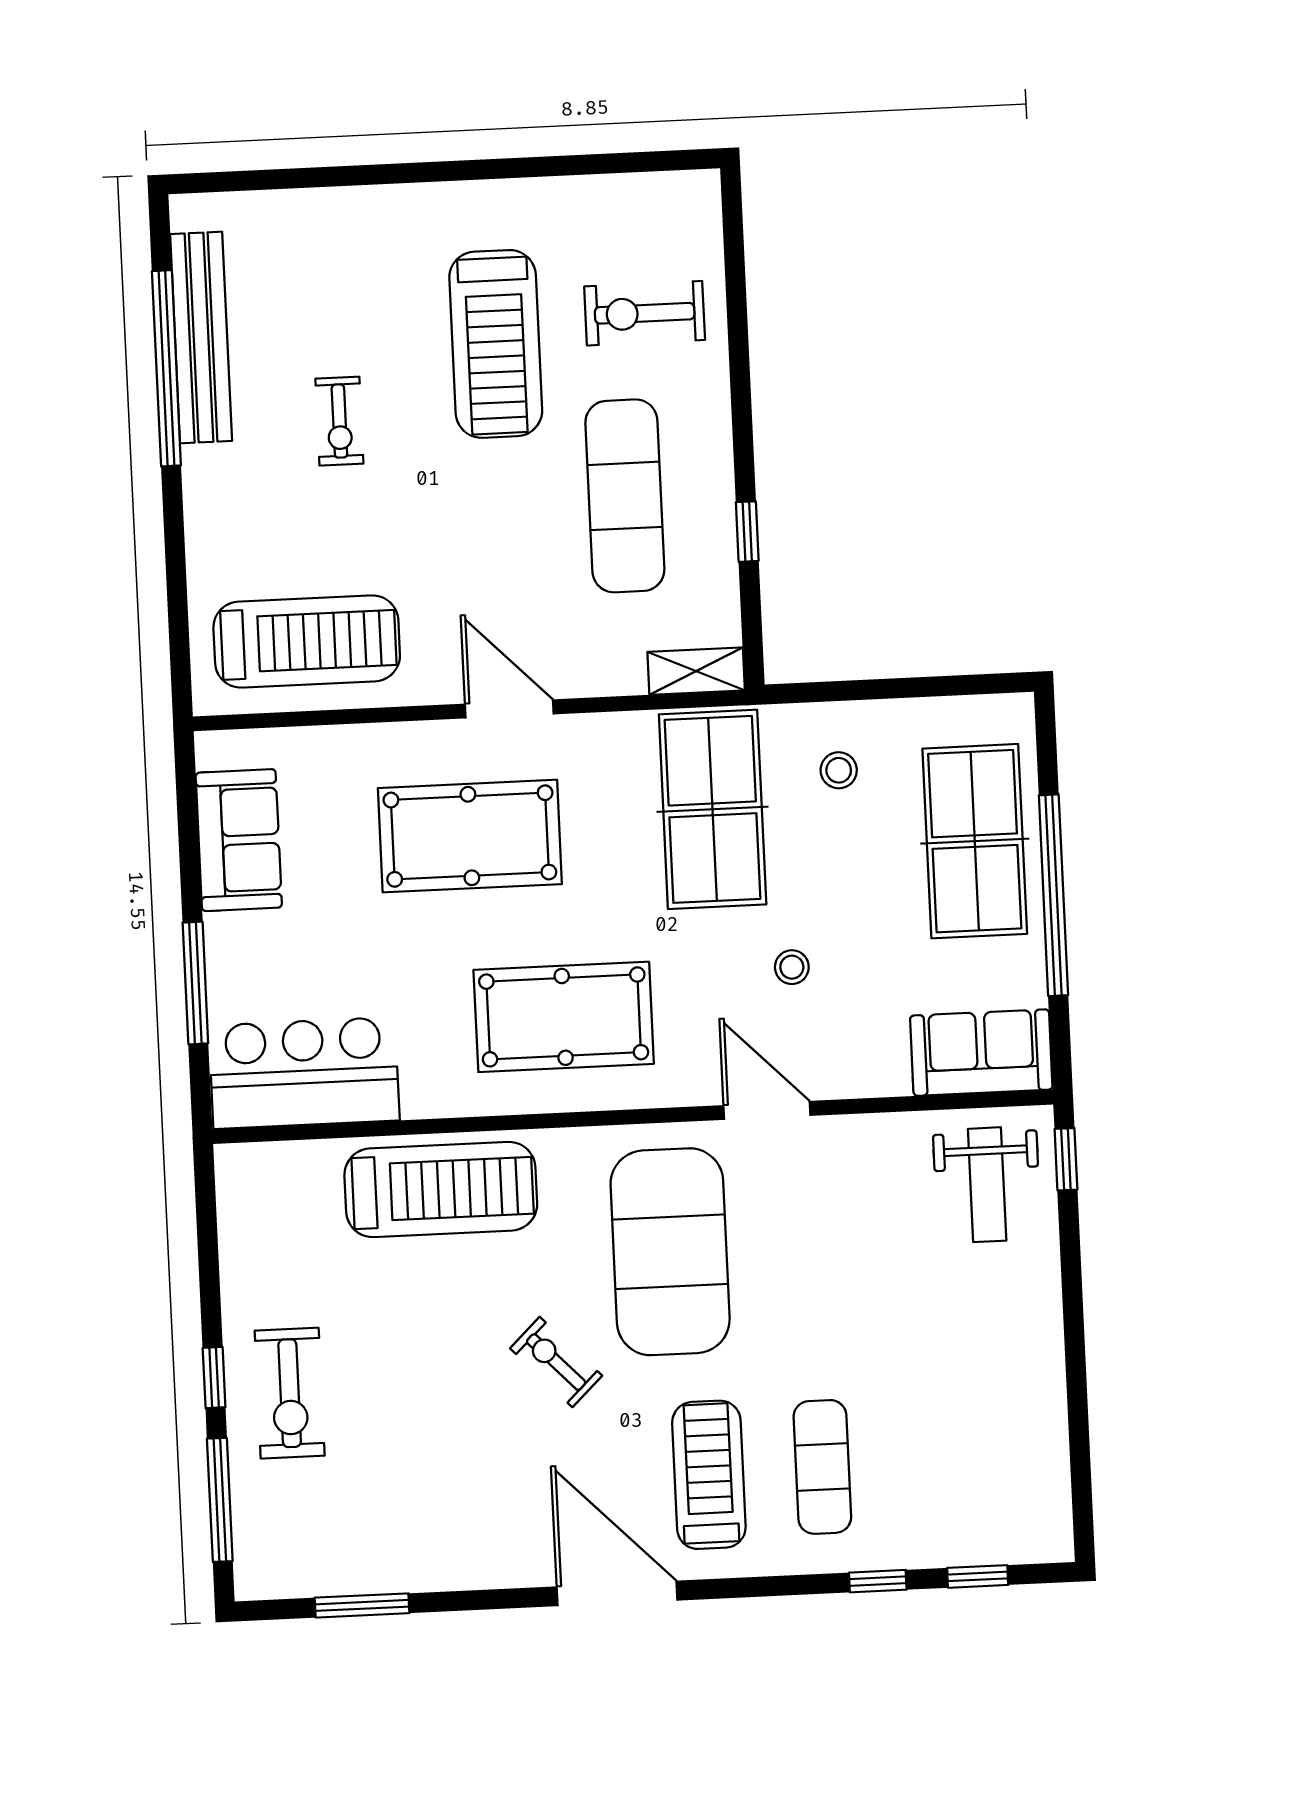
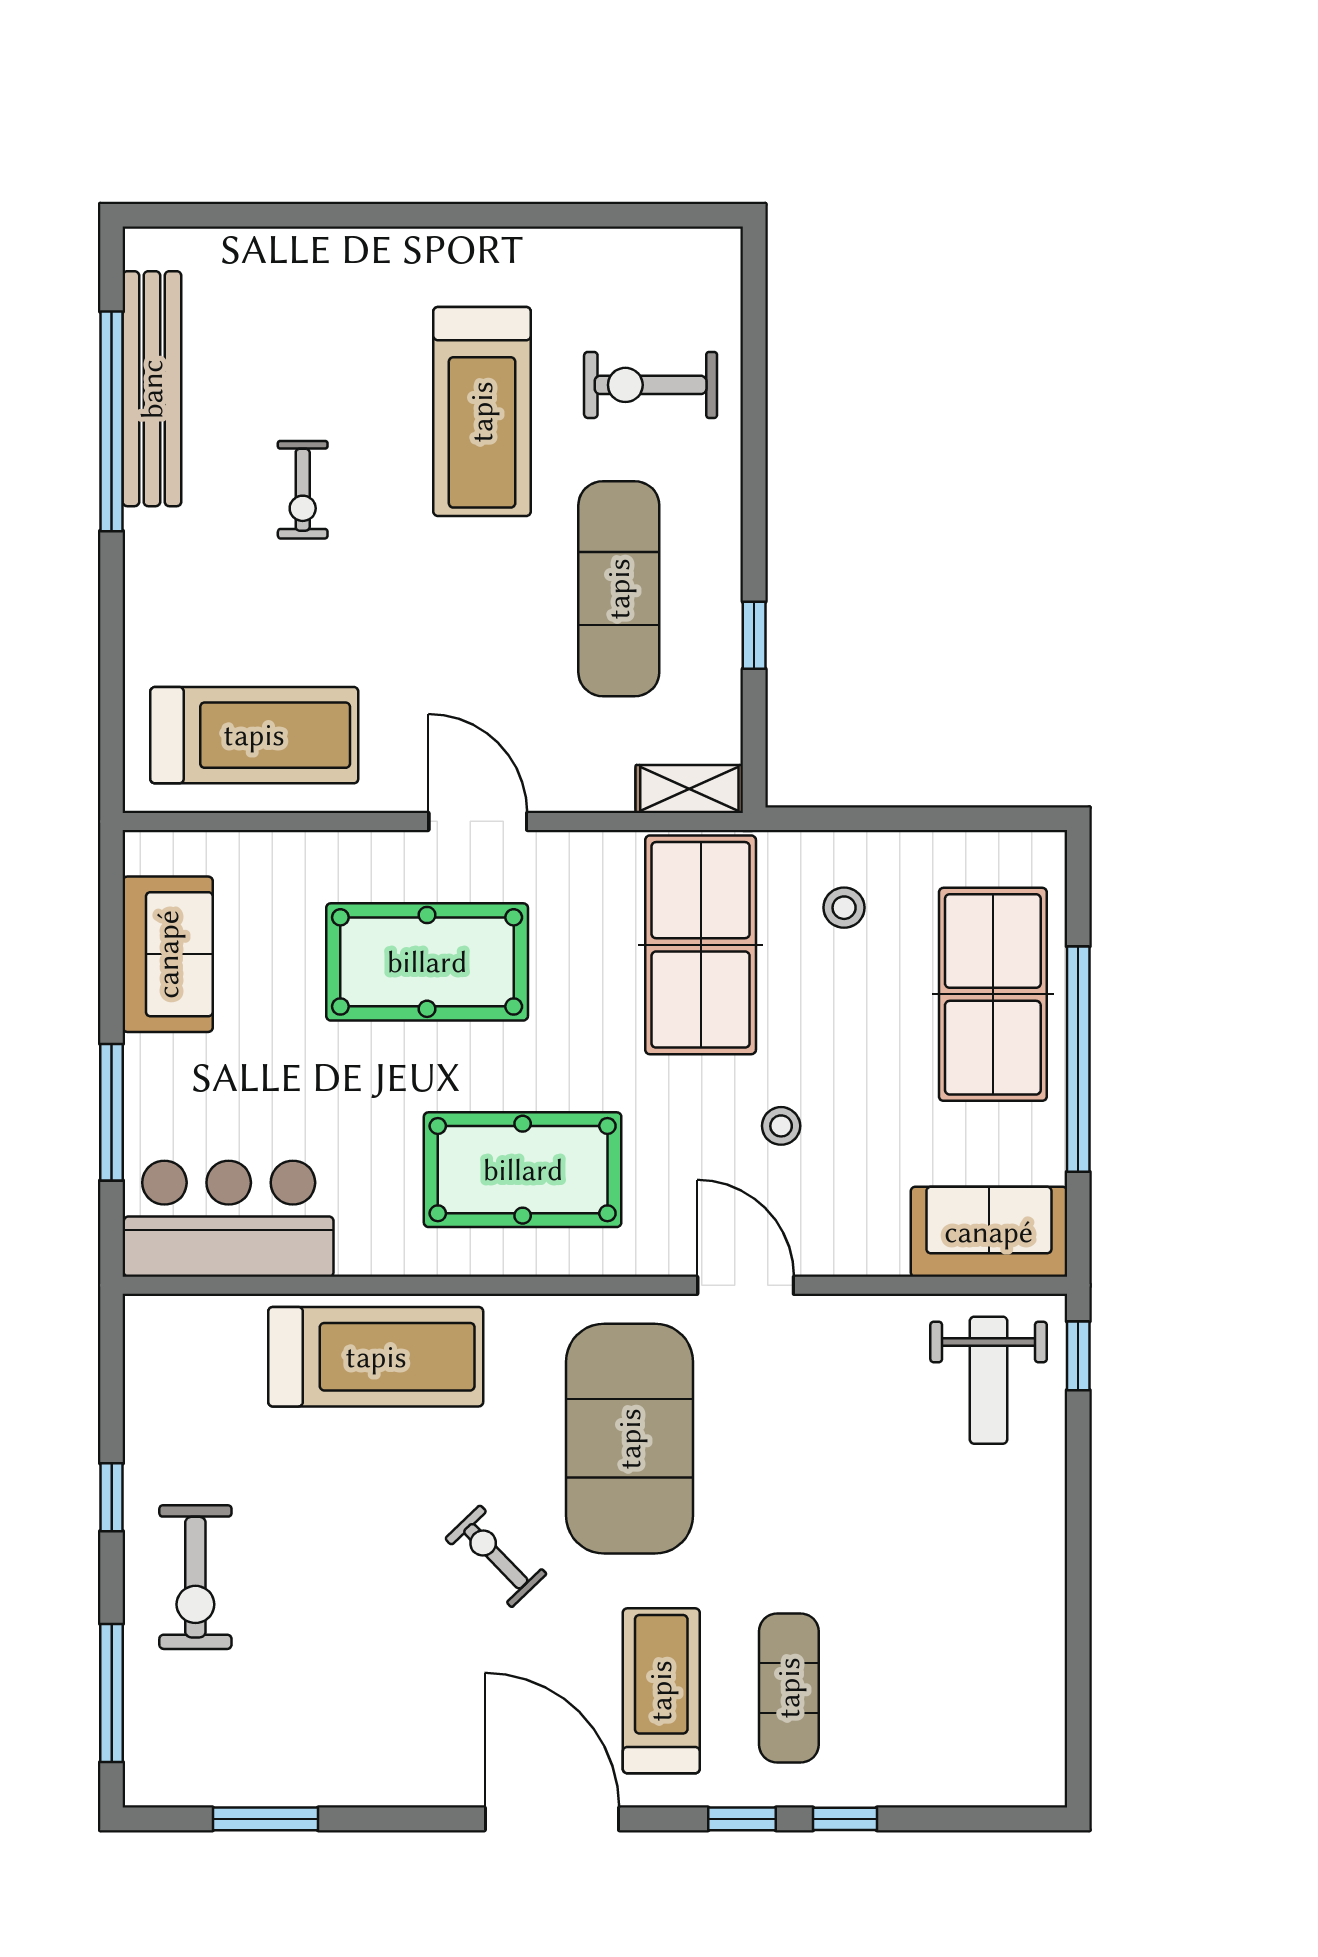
window: (214, 1377) -> (112, 1497), moved
window: (978, 1576) -> (742, 1819), moved

